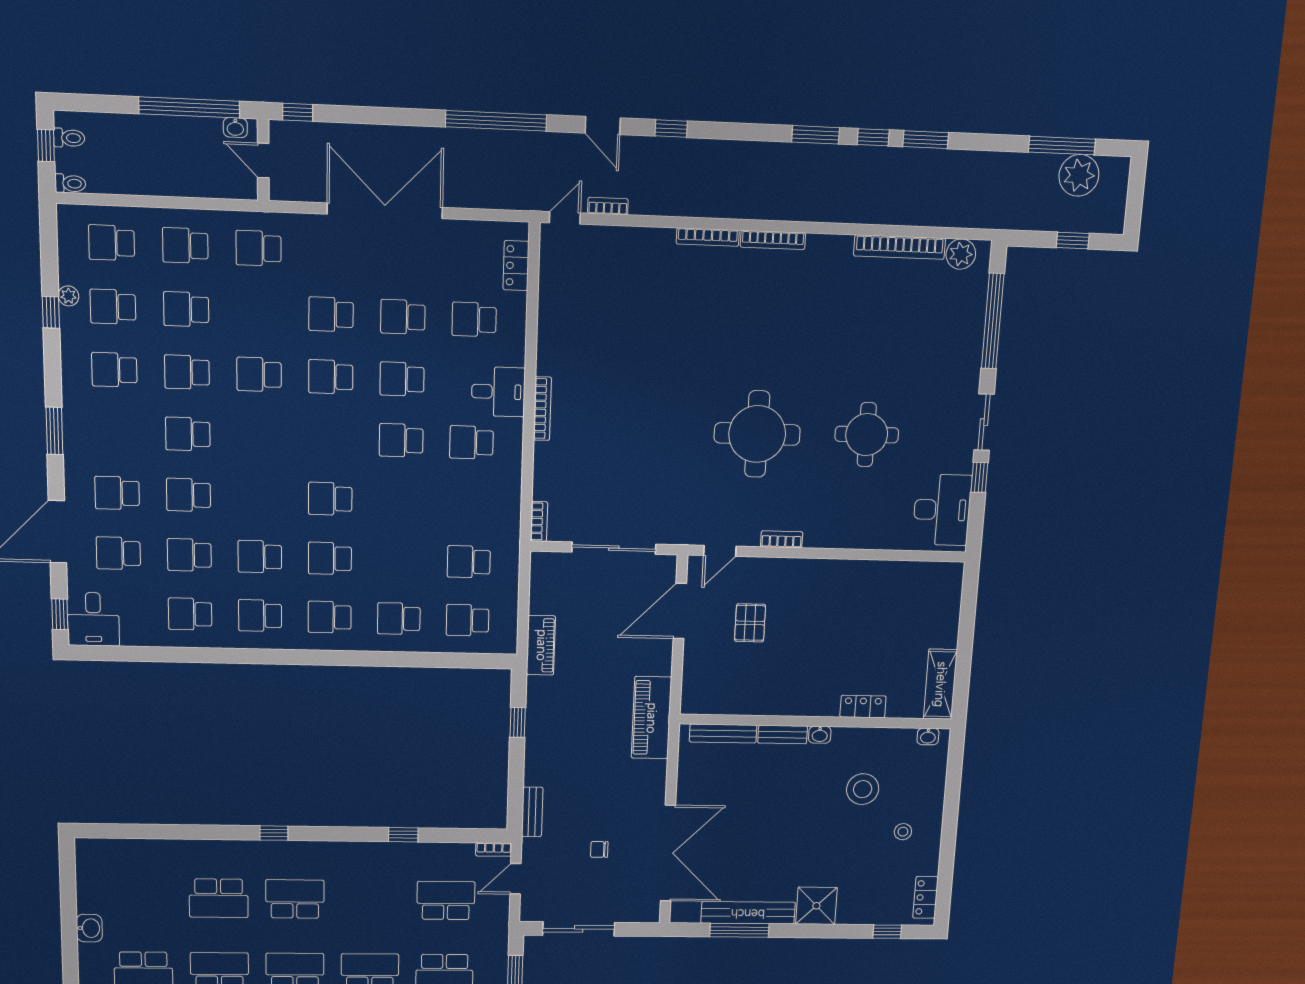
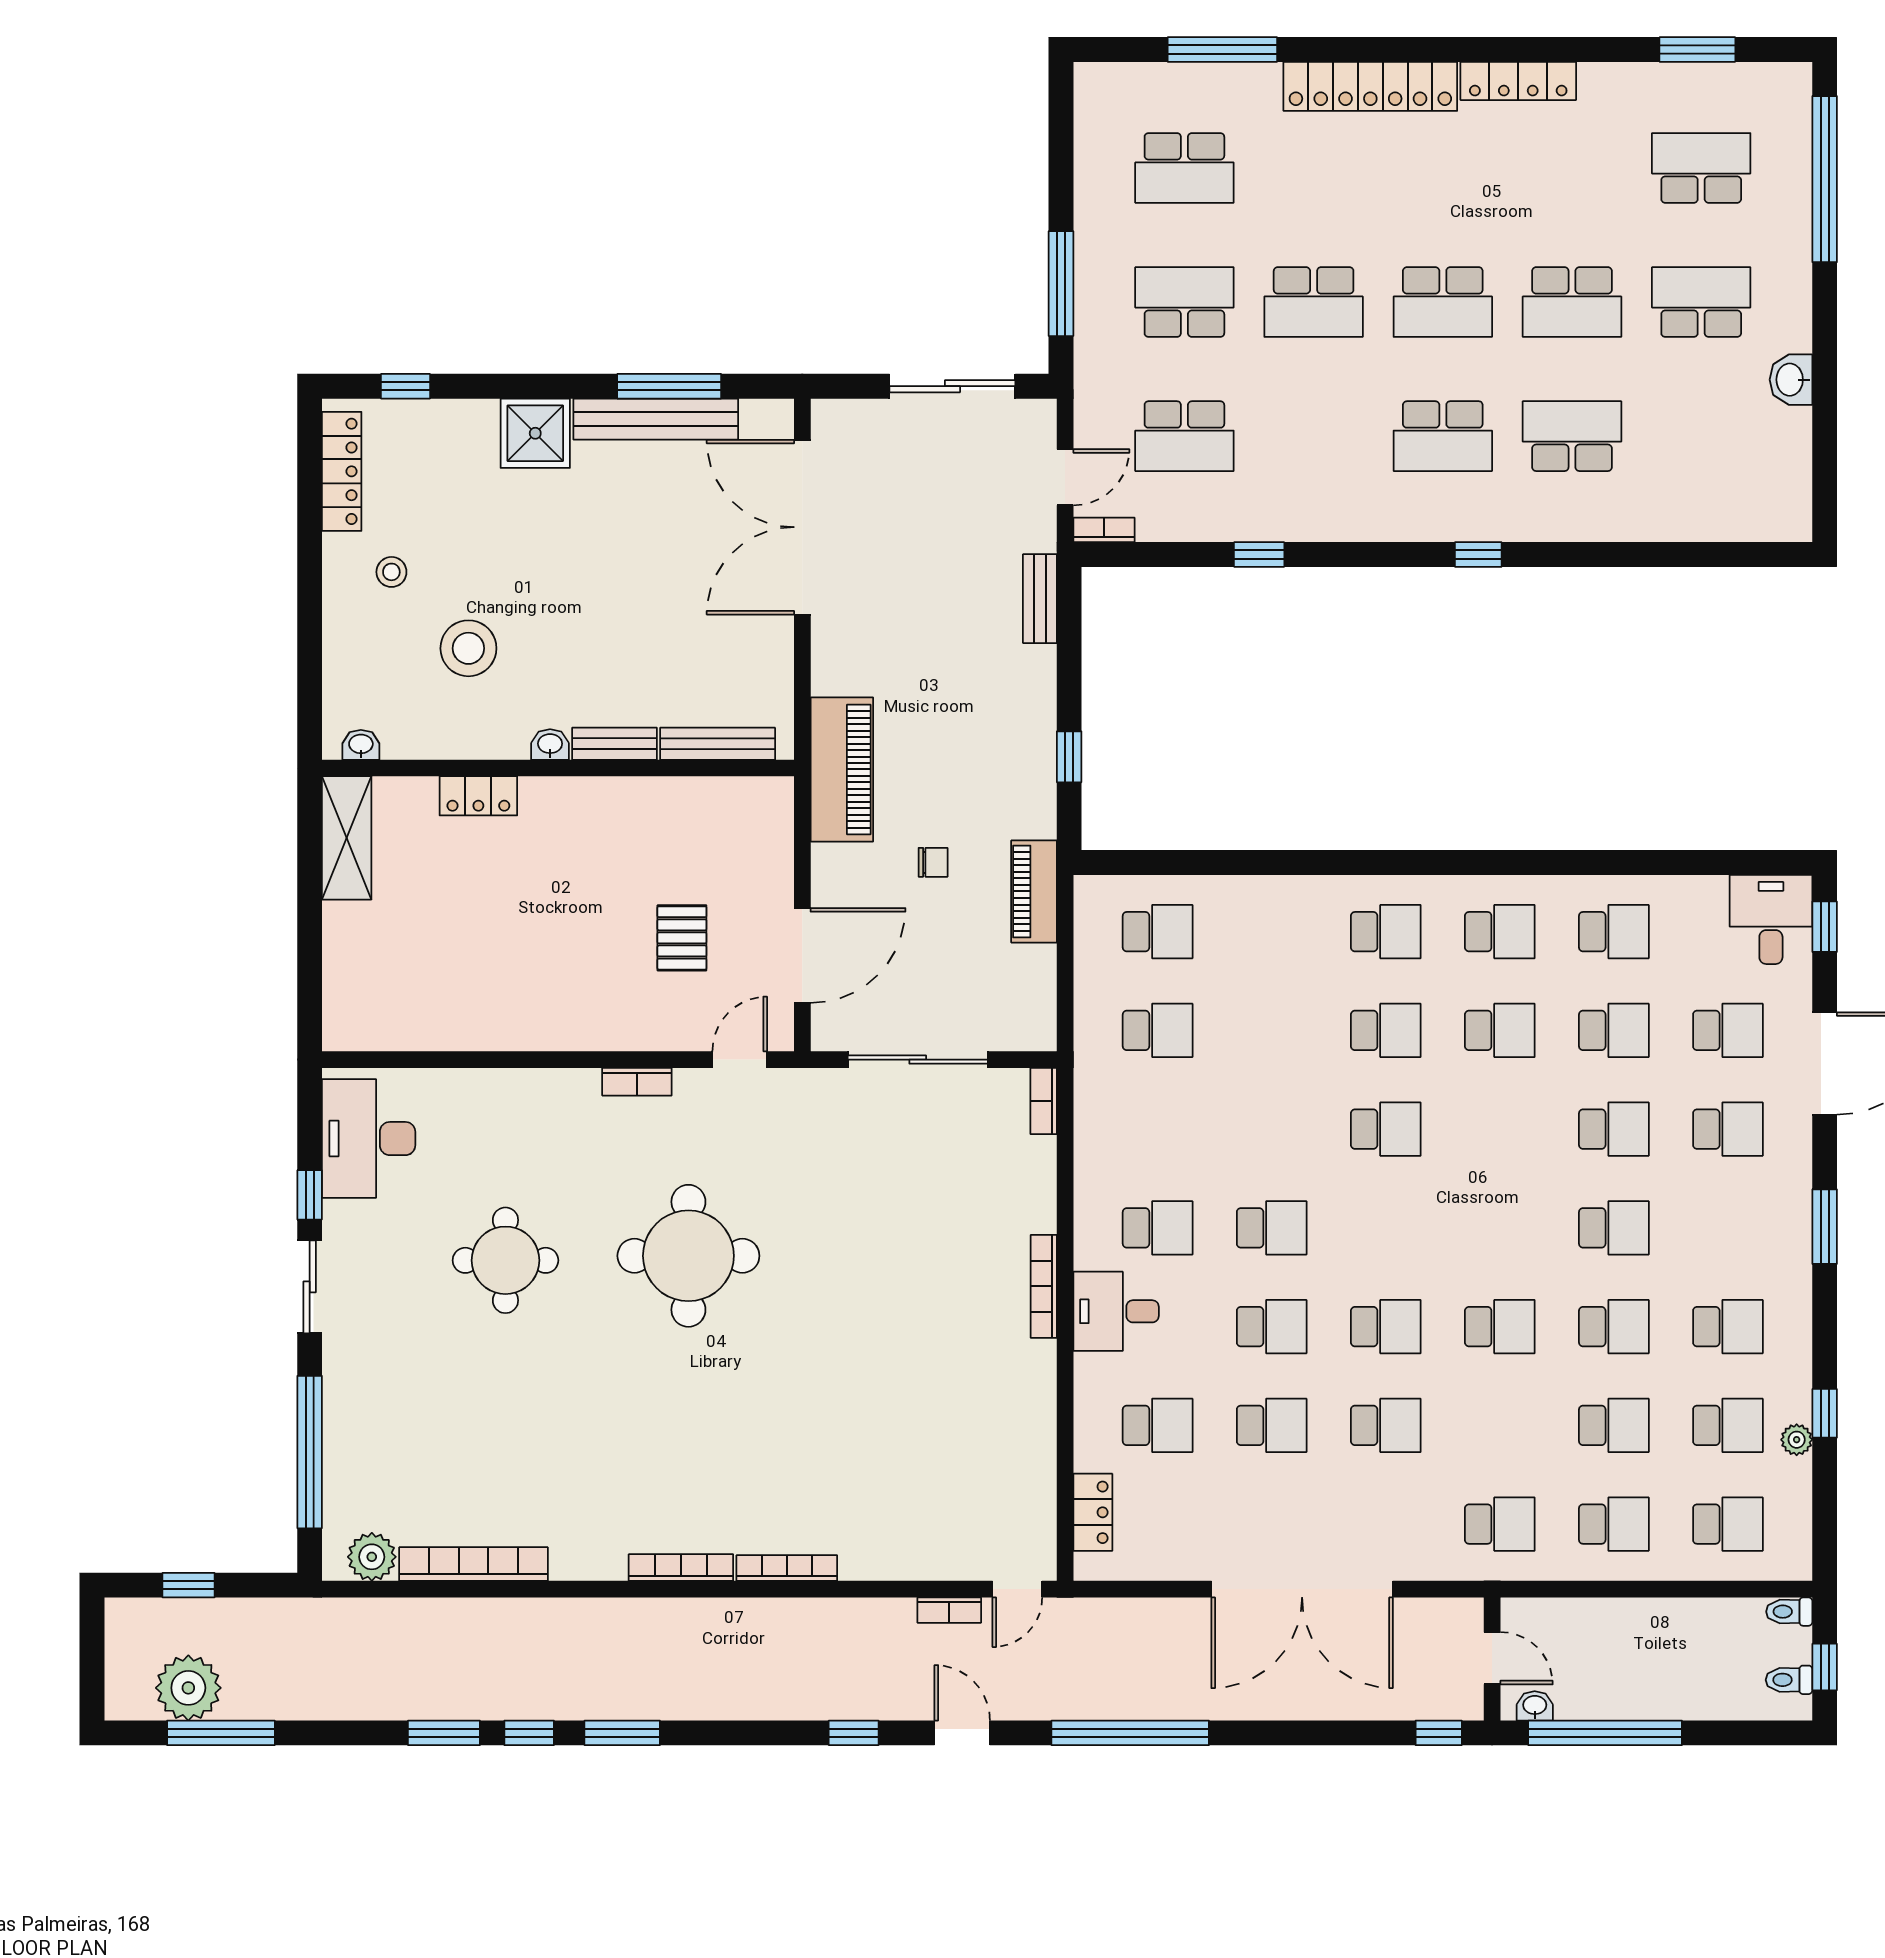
school desk: (399, 619) -> (1272, 932), removed
chair: (599, 849) -> (933, 862), moved
locker: (925, 897) -> (342, 471), width x1.53

